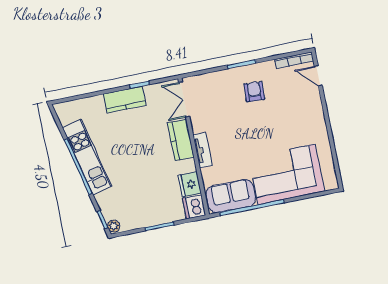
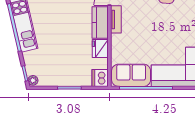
tv unit: (203, 150) -> (116, 19), moved
fridge: (190, 184) -> (100, 48), moved

